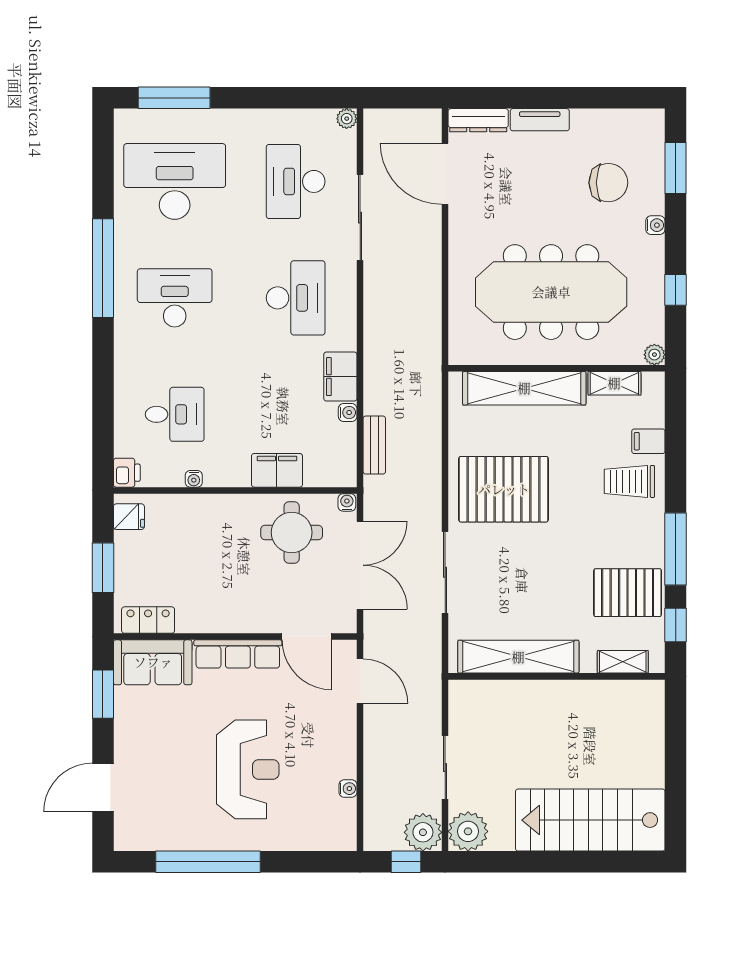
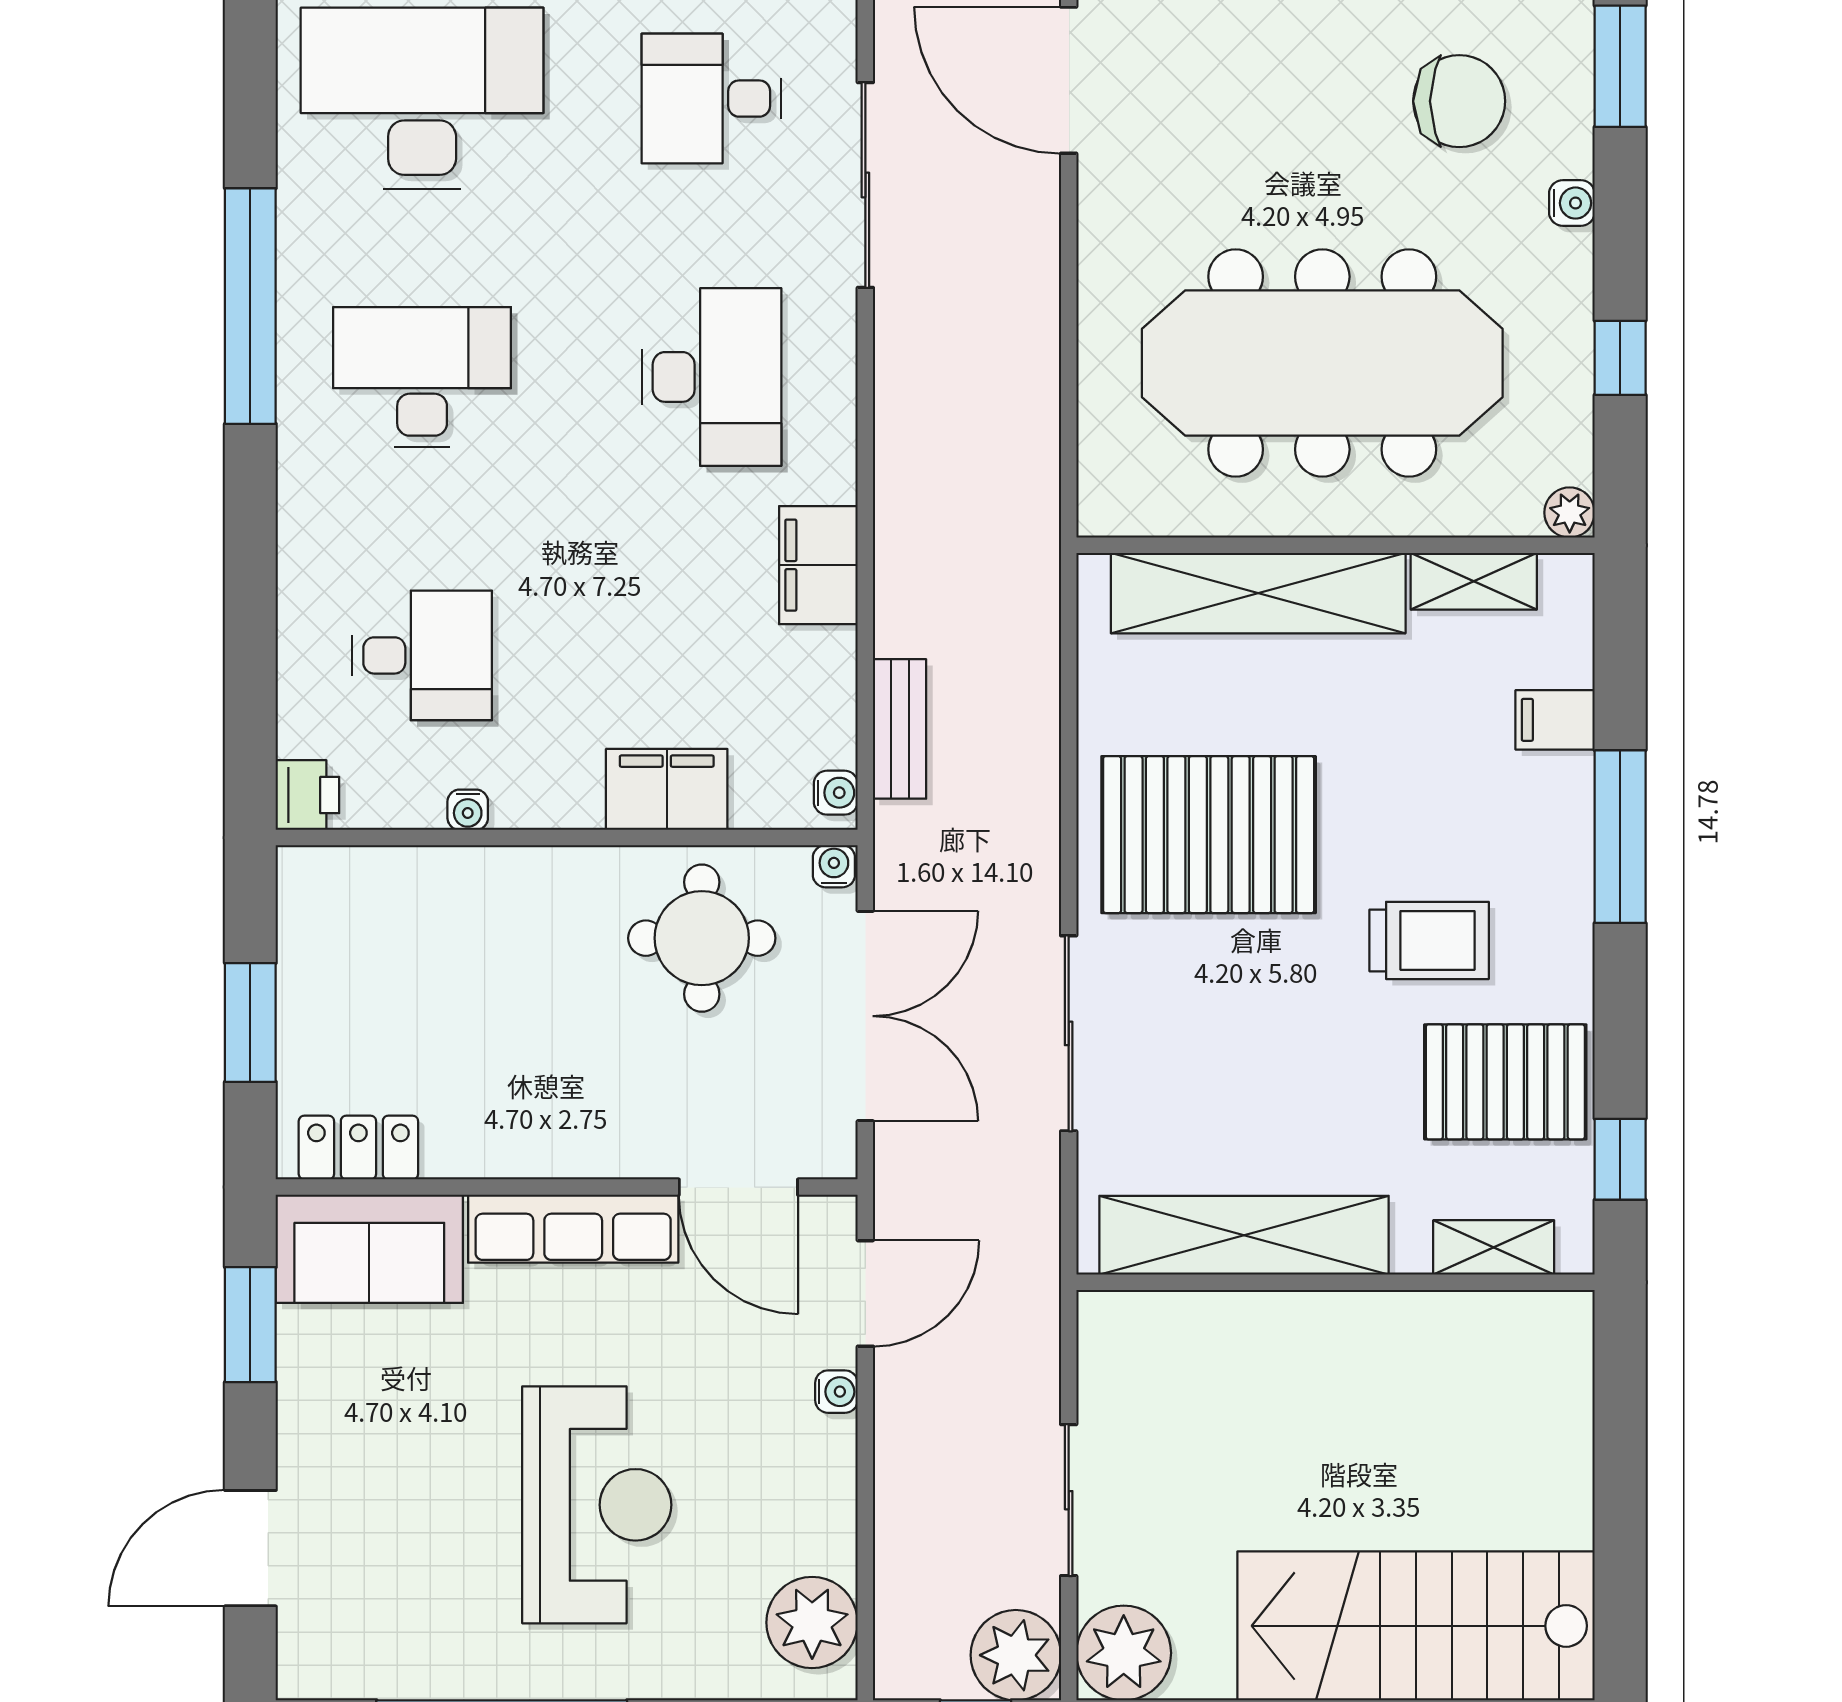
desk: (296, 181) -> (711, 99), width x0.73
water cooler: (348, 413) -> (836, 793), moved
trolley: (629, 481) -> (1429, 940), moved, turned 180
fridge: (129, 517) -> (313, 900), removed
window: (676, 549) -> (1620, 837), moved
door: (360, 681) -> (865, 1293), hinge flipped
water cooler: (348, 789) -> (836, 1392), moved
plant: (338, 819) -> (812, 1623), added

